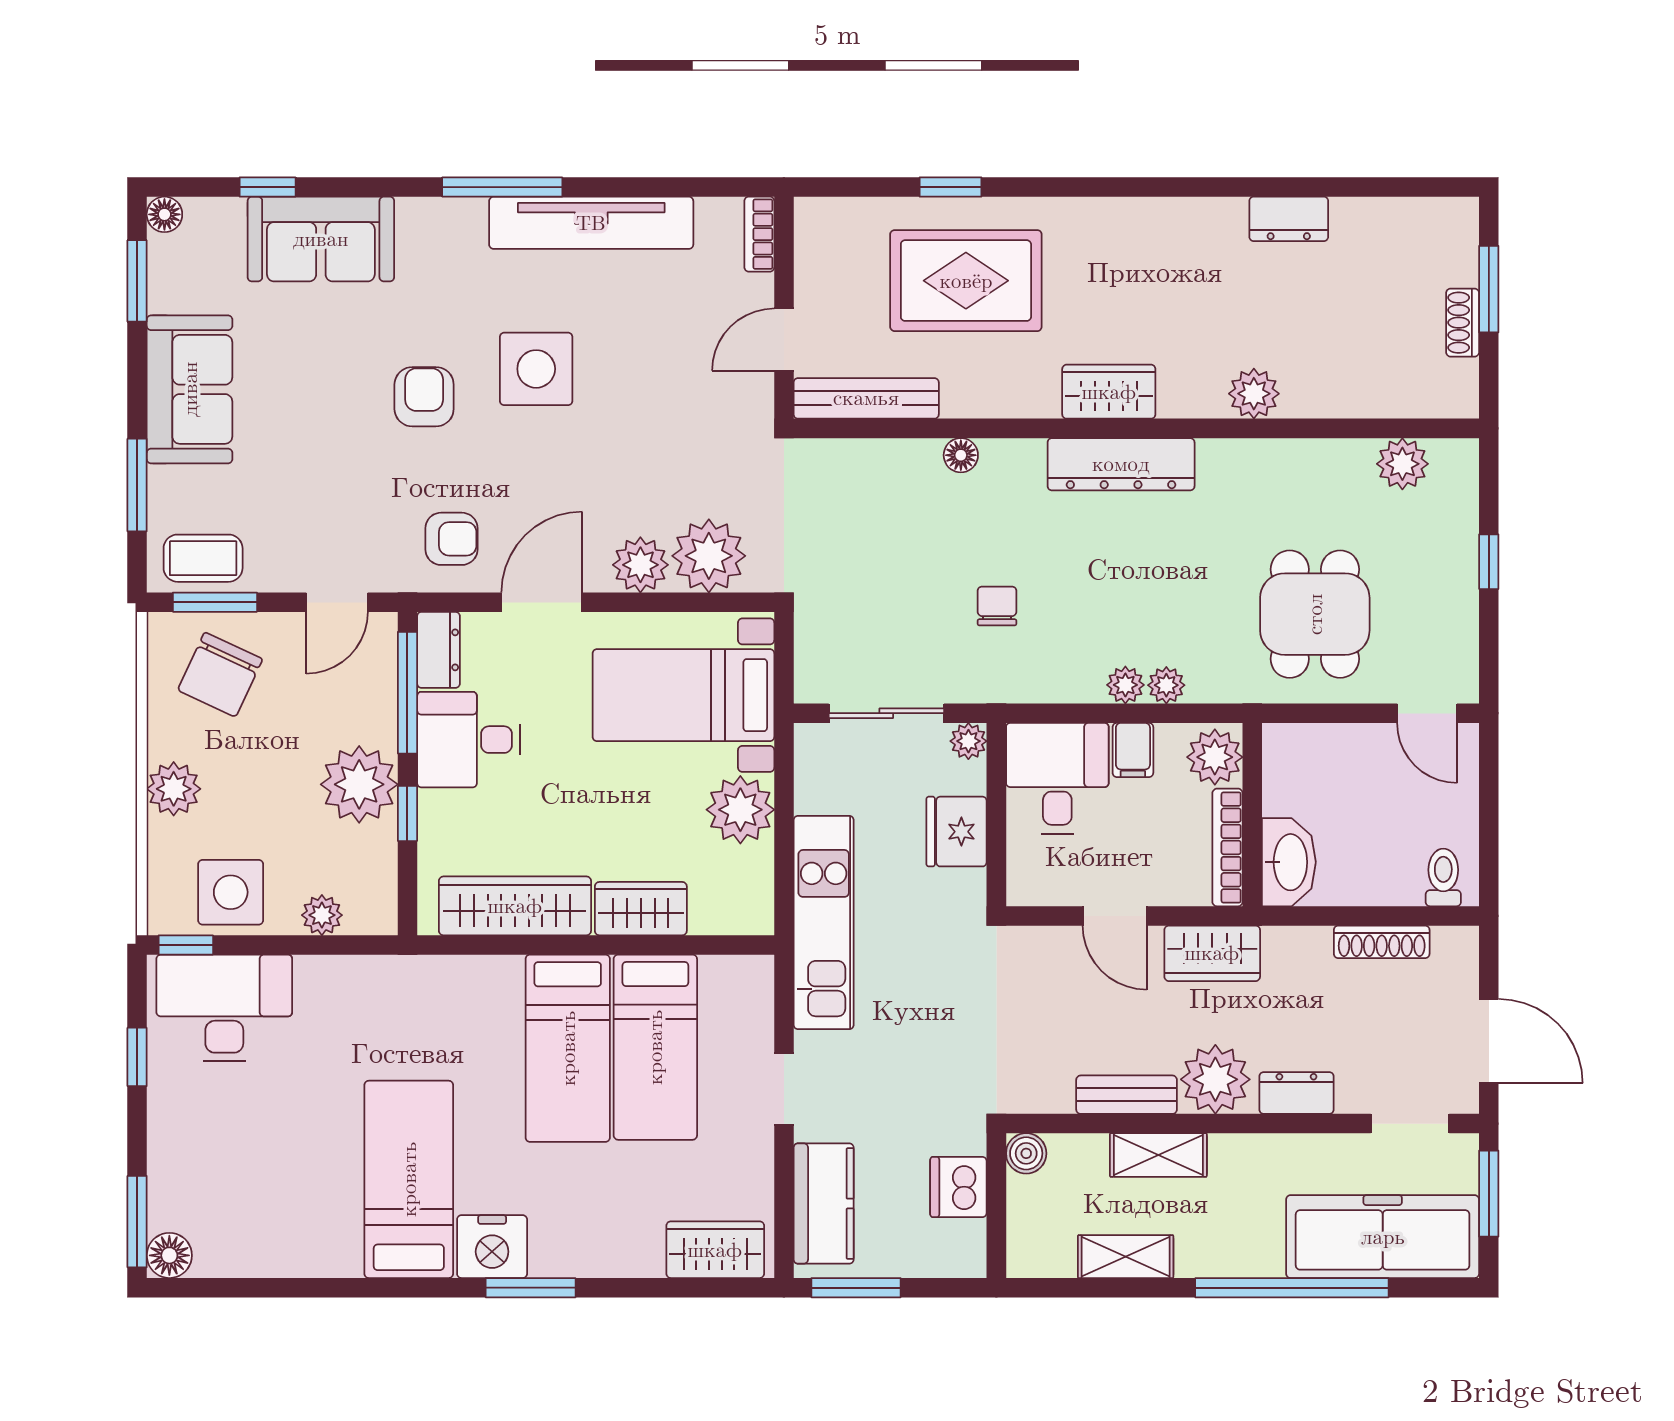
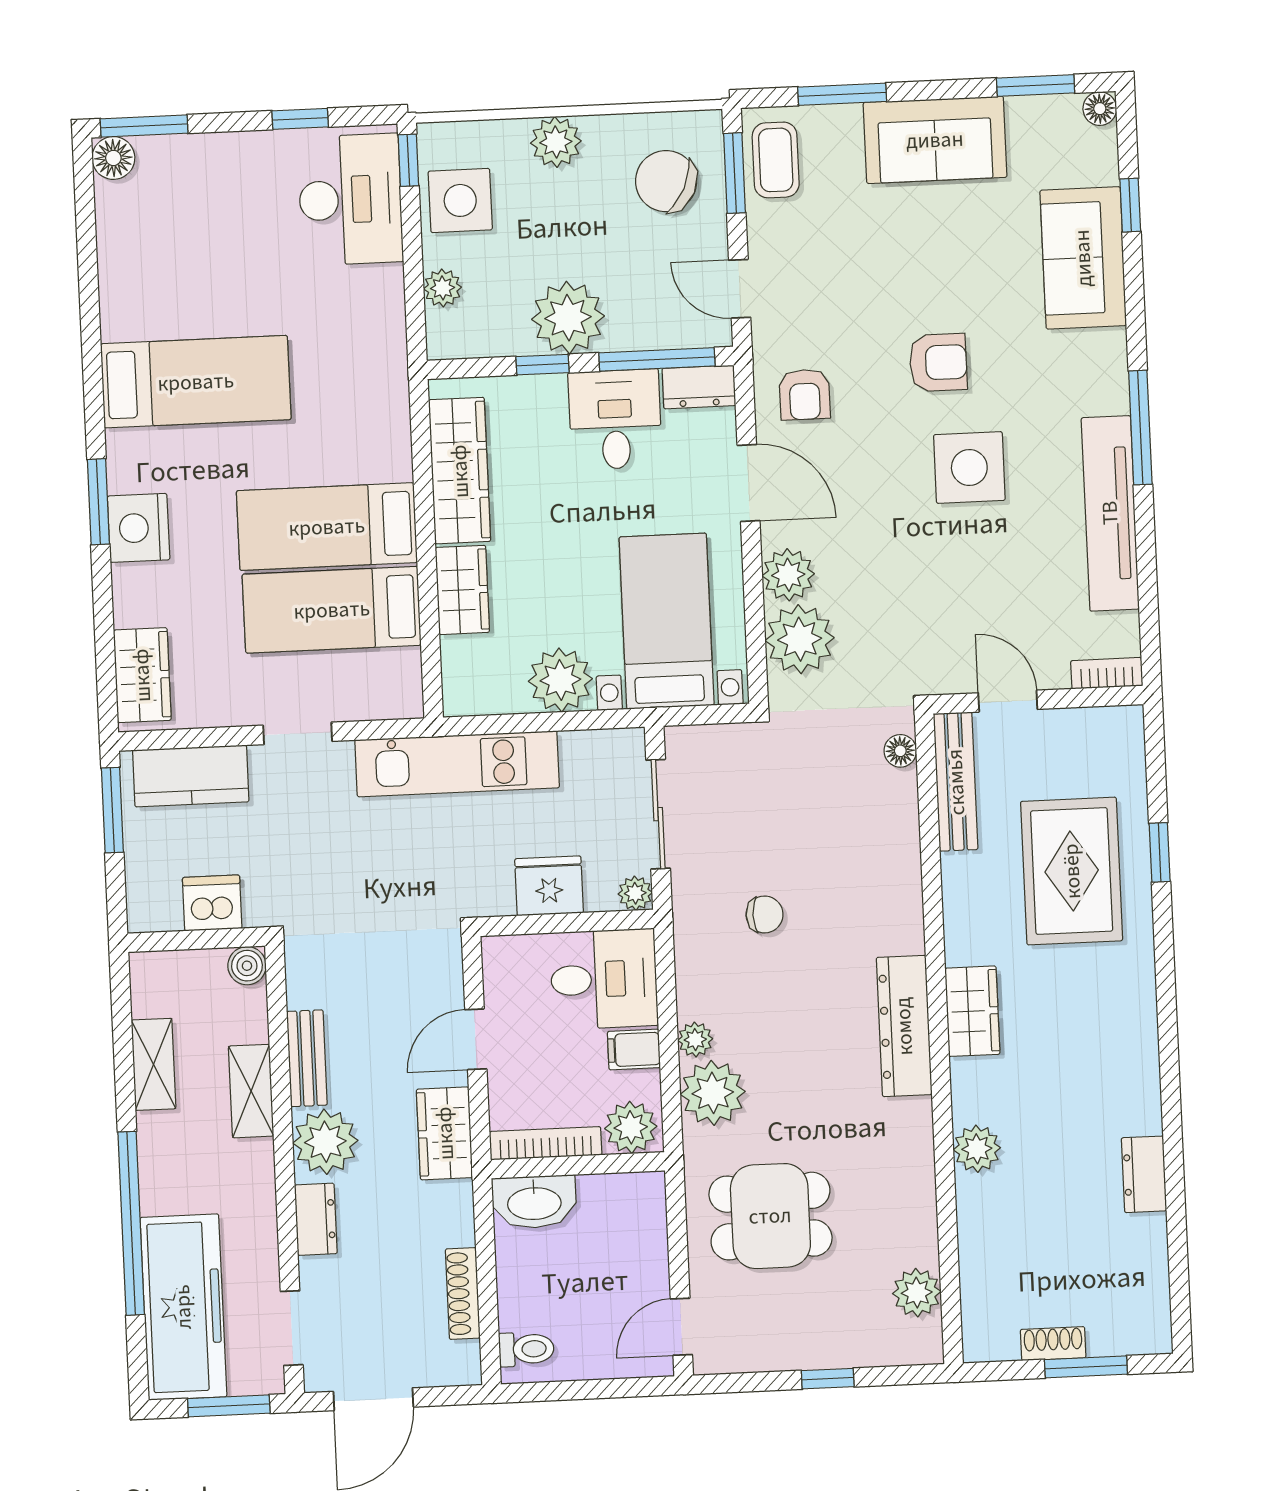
floor lamp: (961, 455) -> (900, 751), moved
plant: (1166, 685) -> (713, 1093), width x1.88, depth x1.88
nightstand: (492, 1247) -> (139, 528), moved

